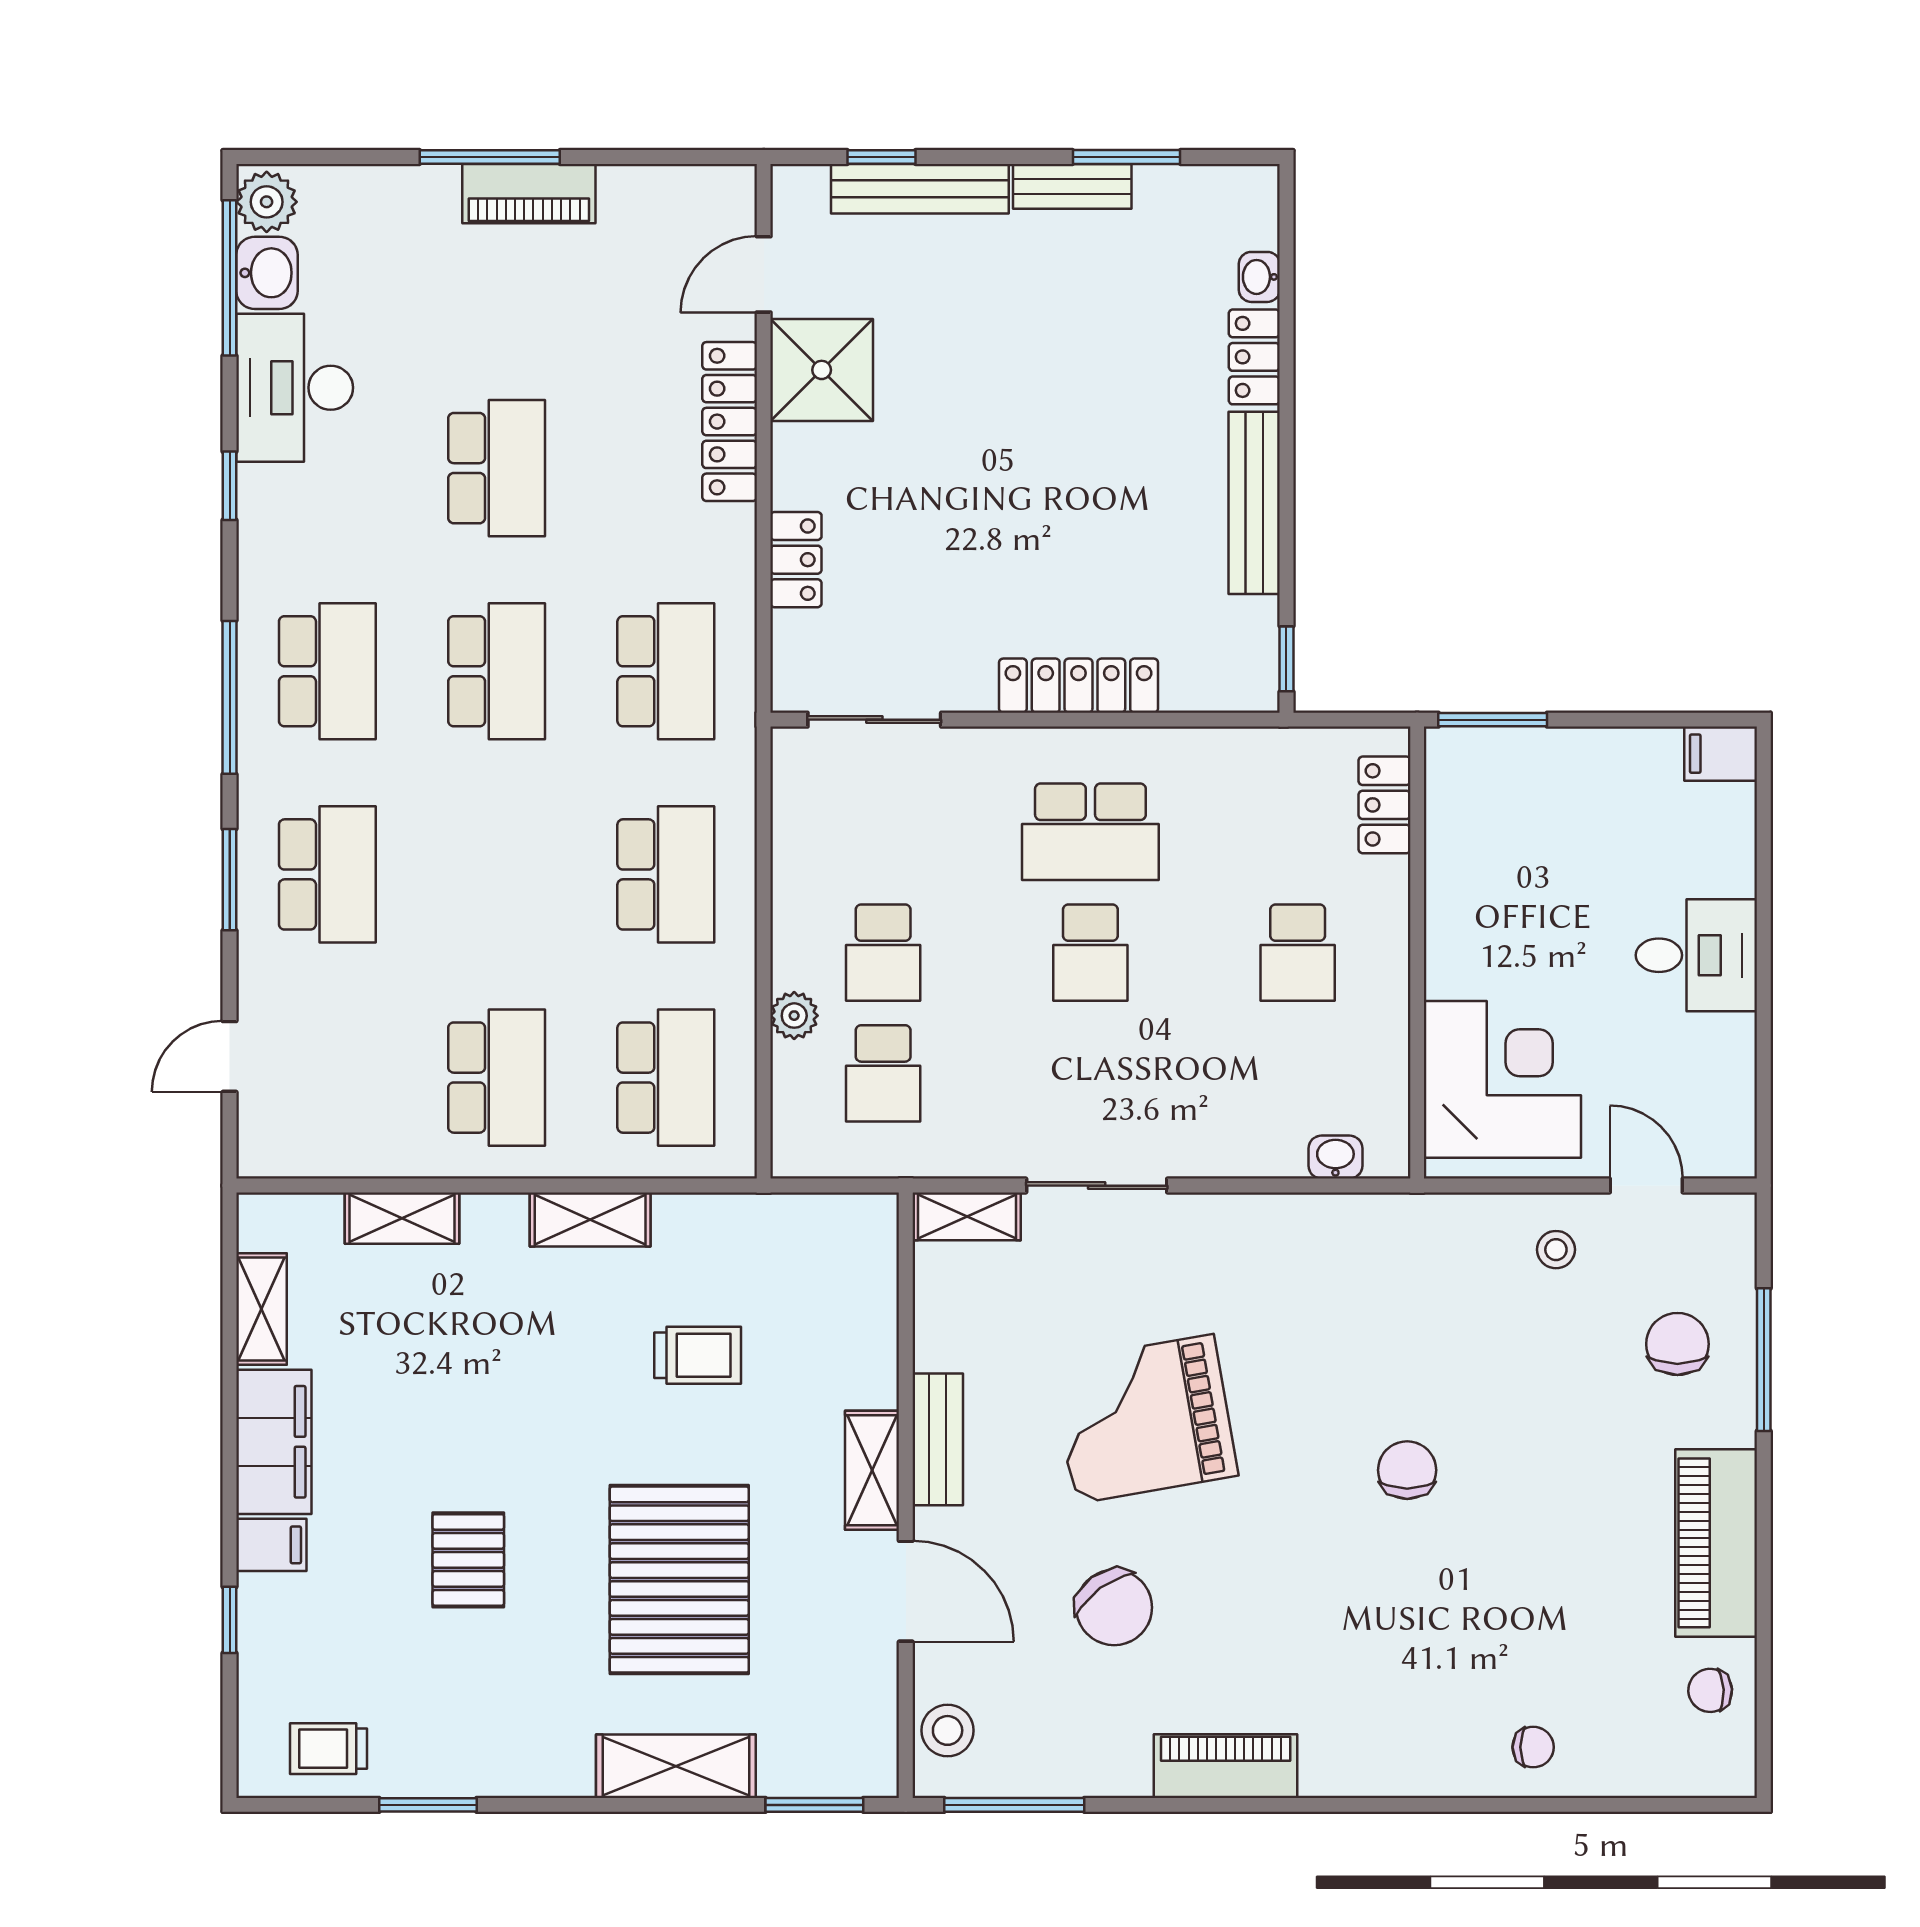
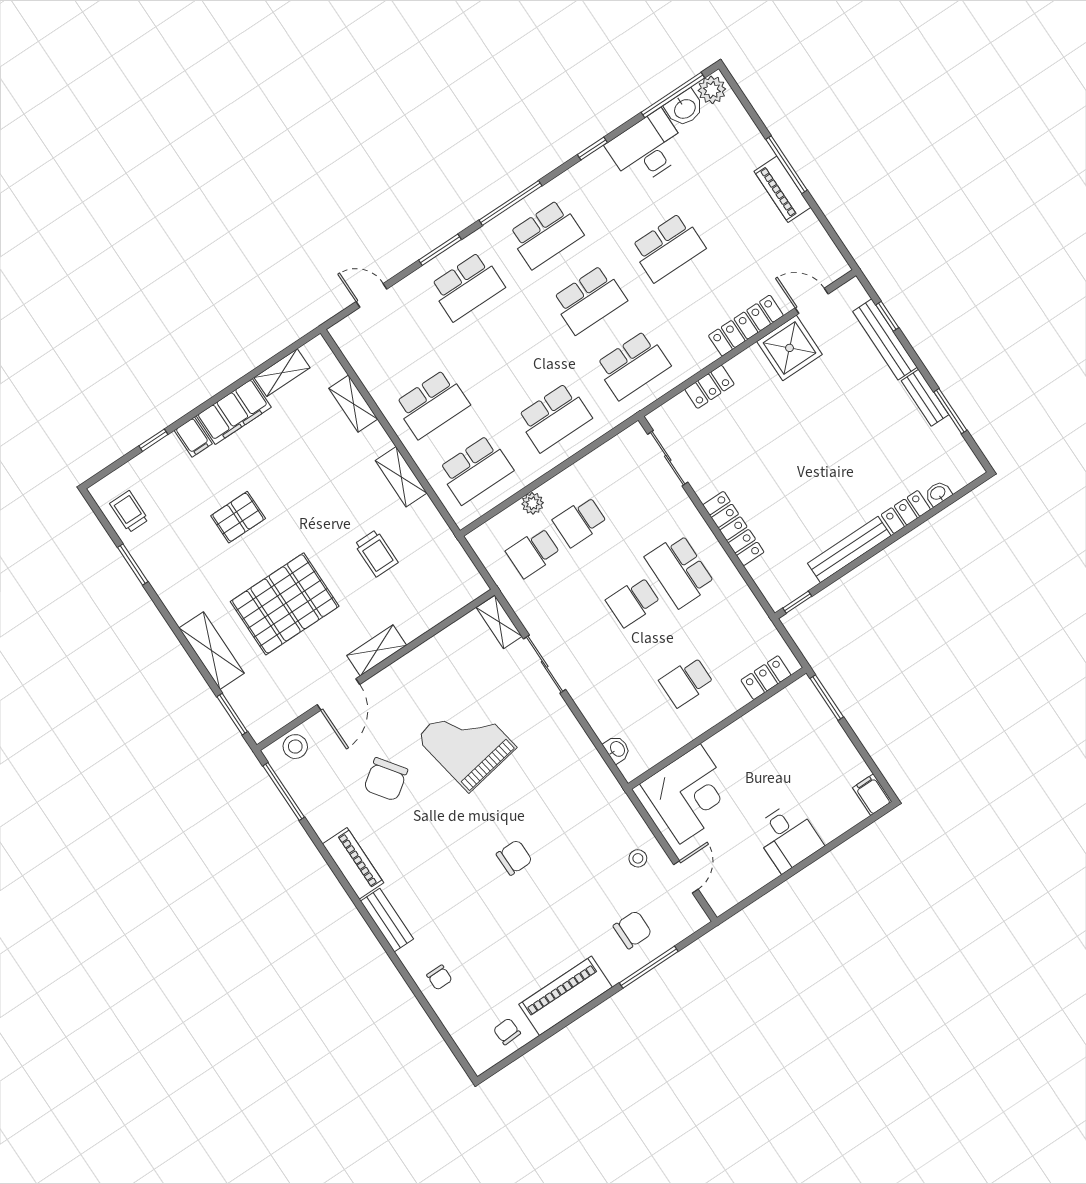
bench: (938, 1439) -> (387, 920), moved, turned 90

